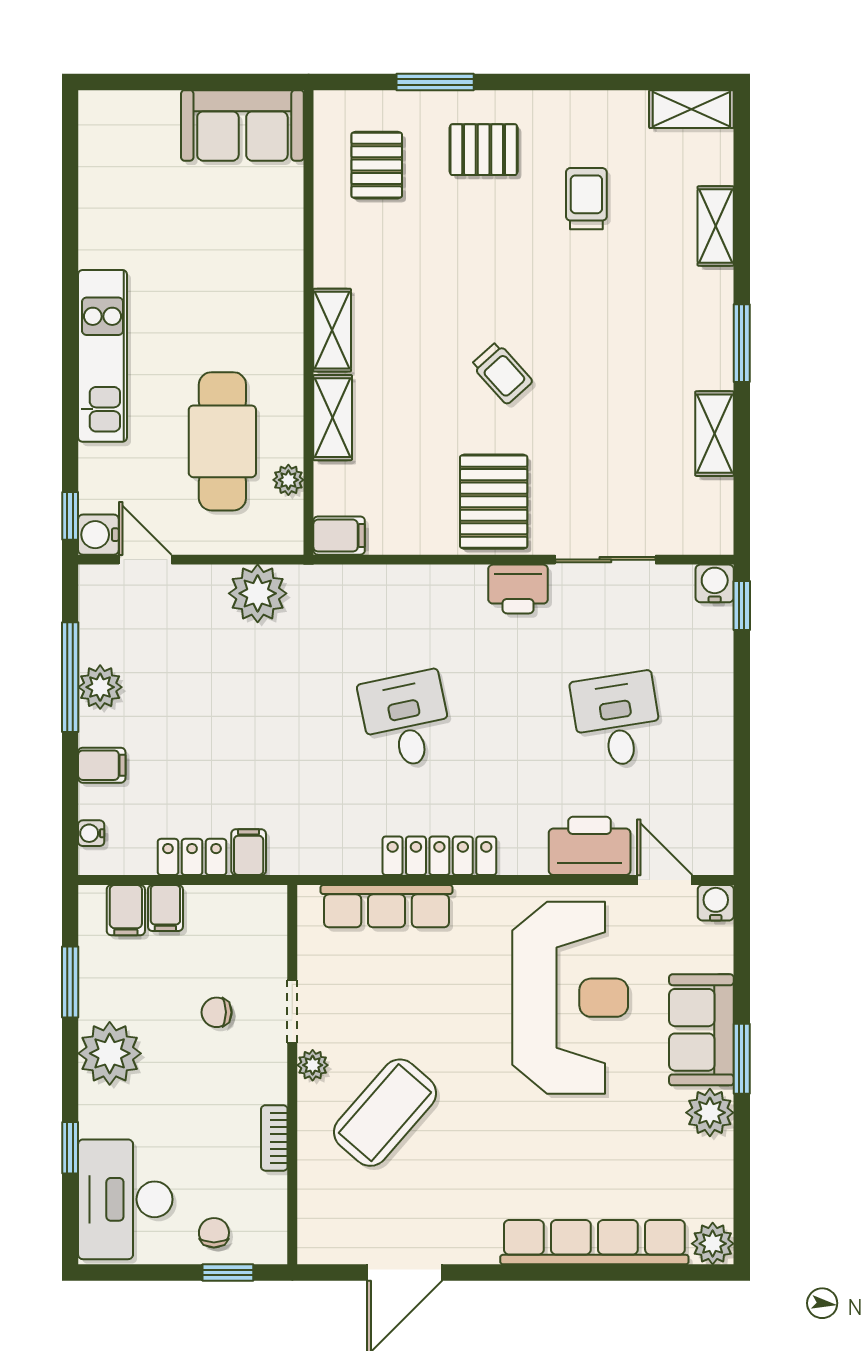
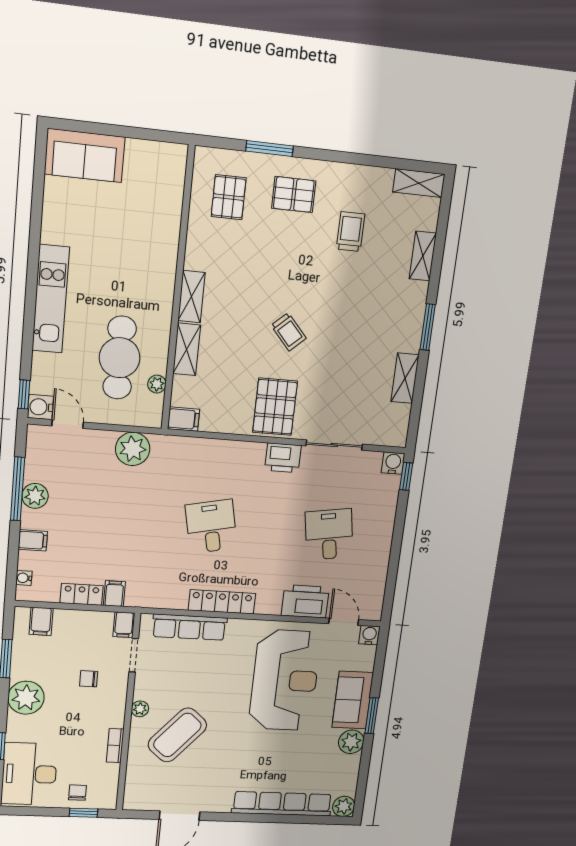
sofa: (242, 125) -> (85, 156), moved
filing cabinet: (165, 908) -> (124, 625), moved
doorway: (292, 1011) -> (134, 655), moved

